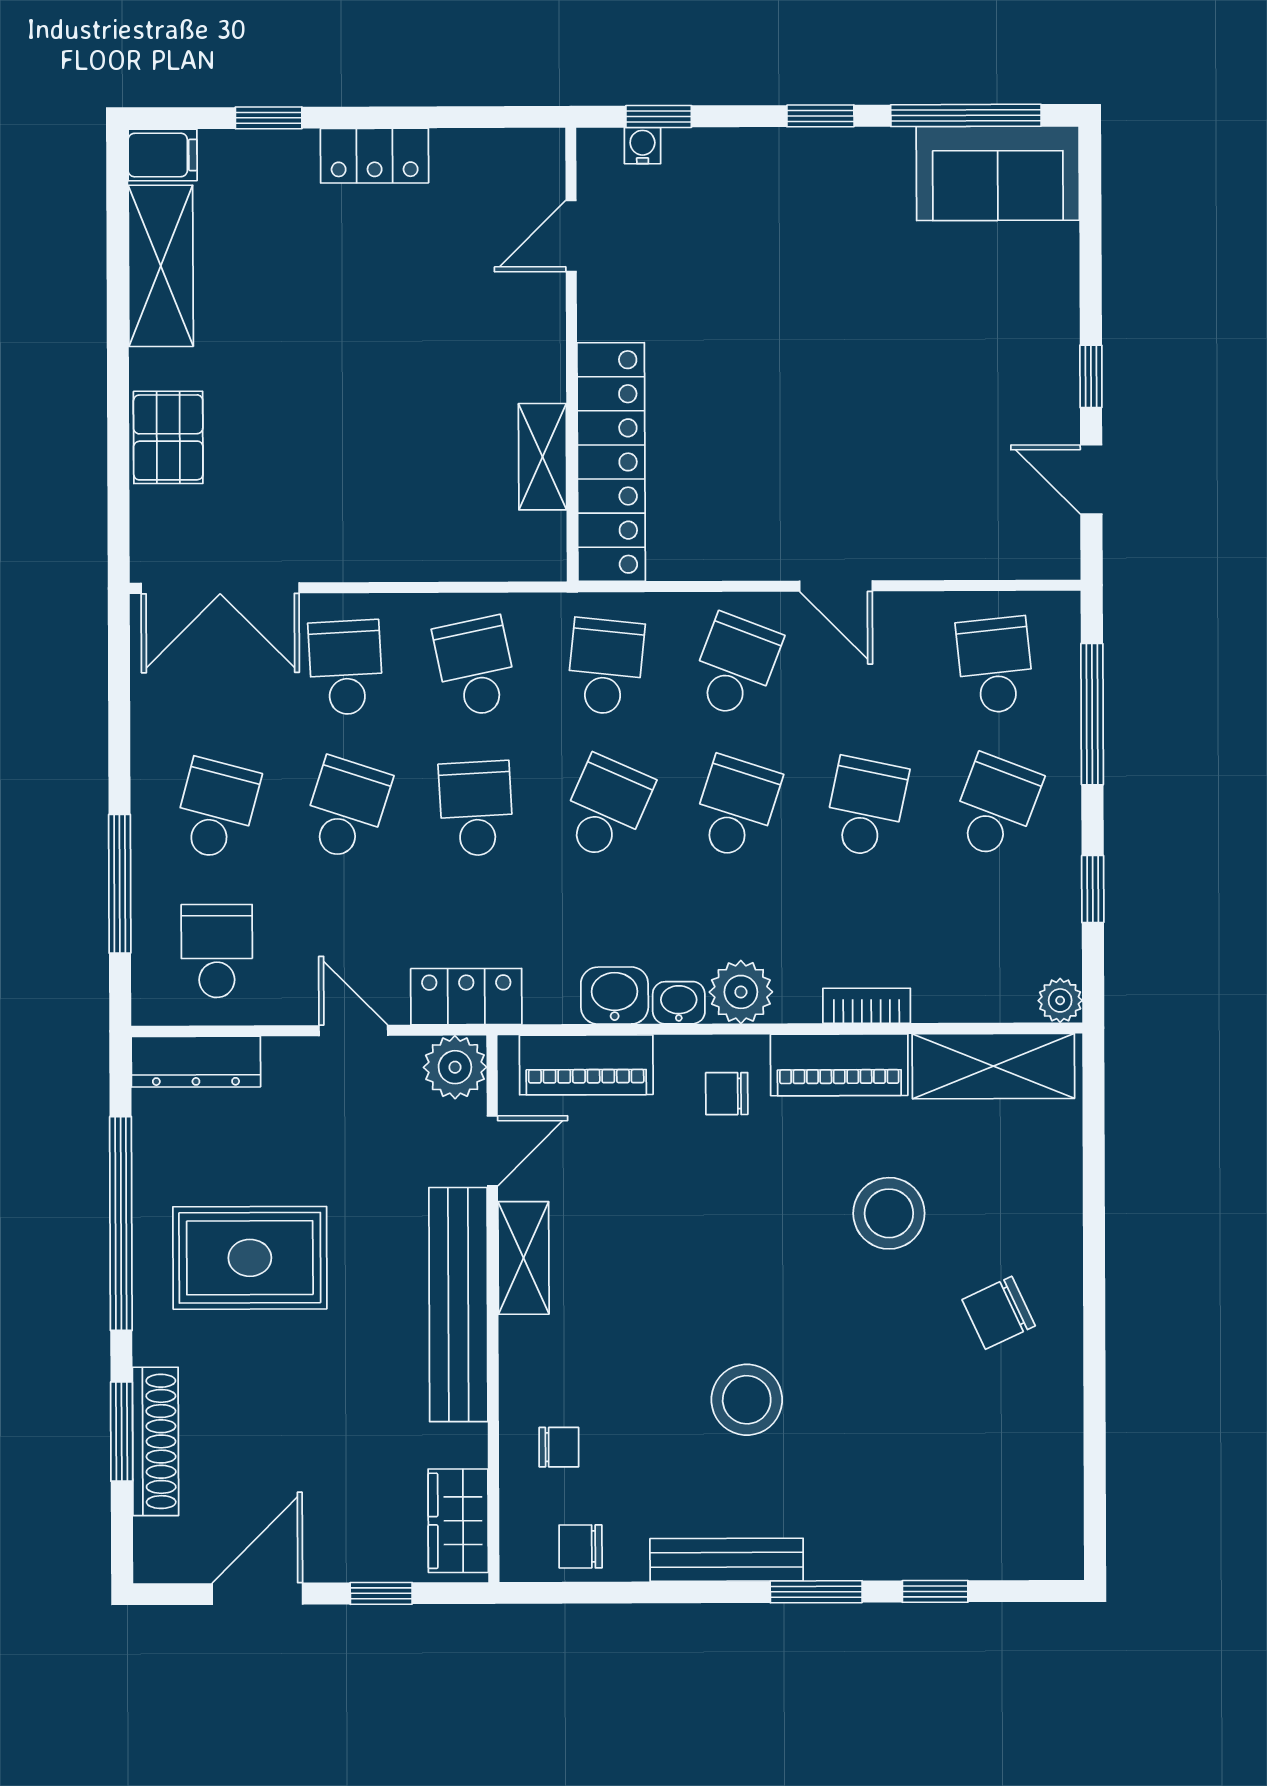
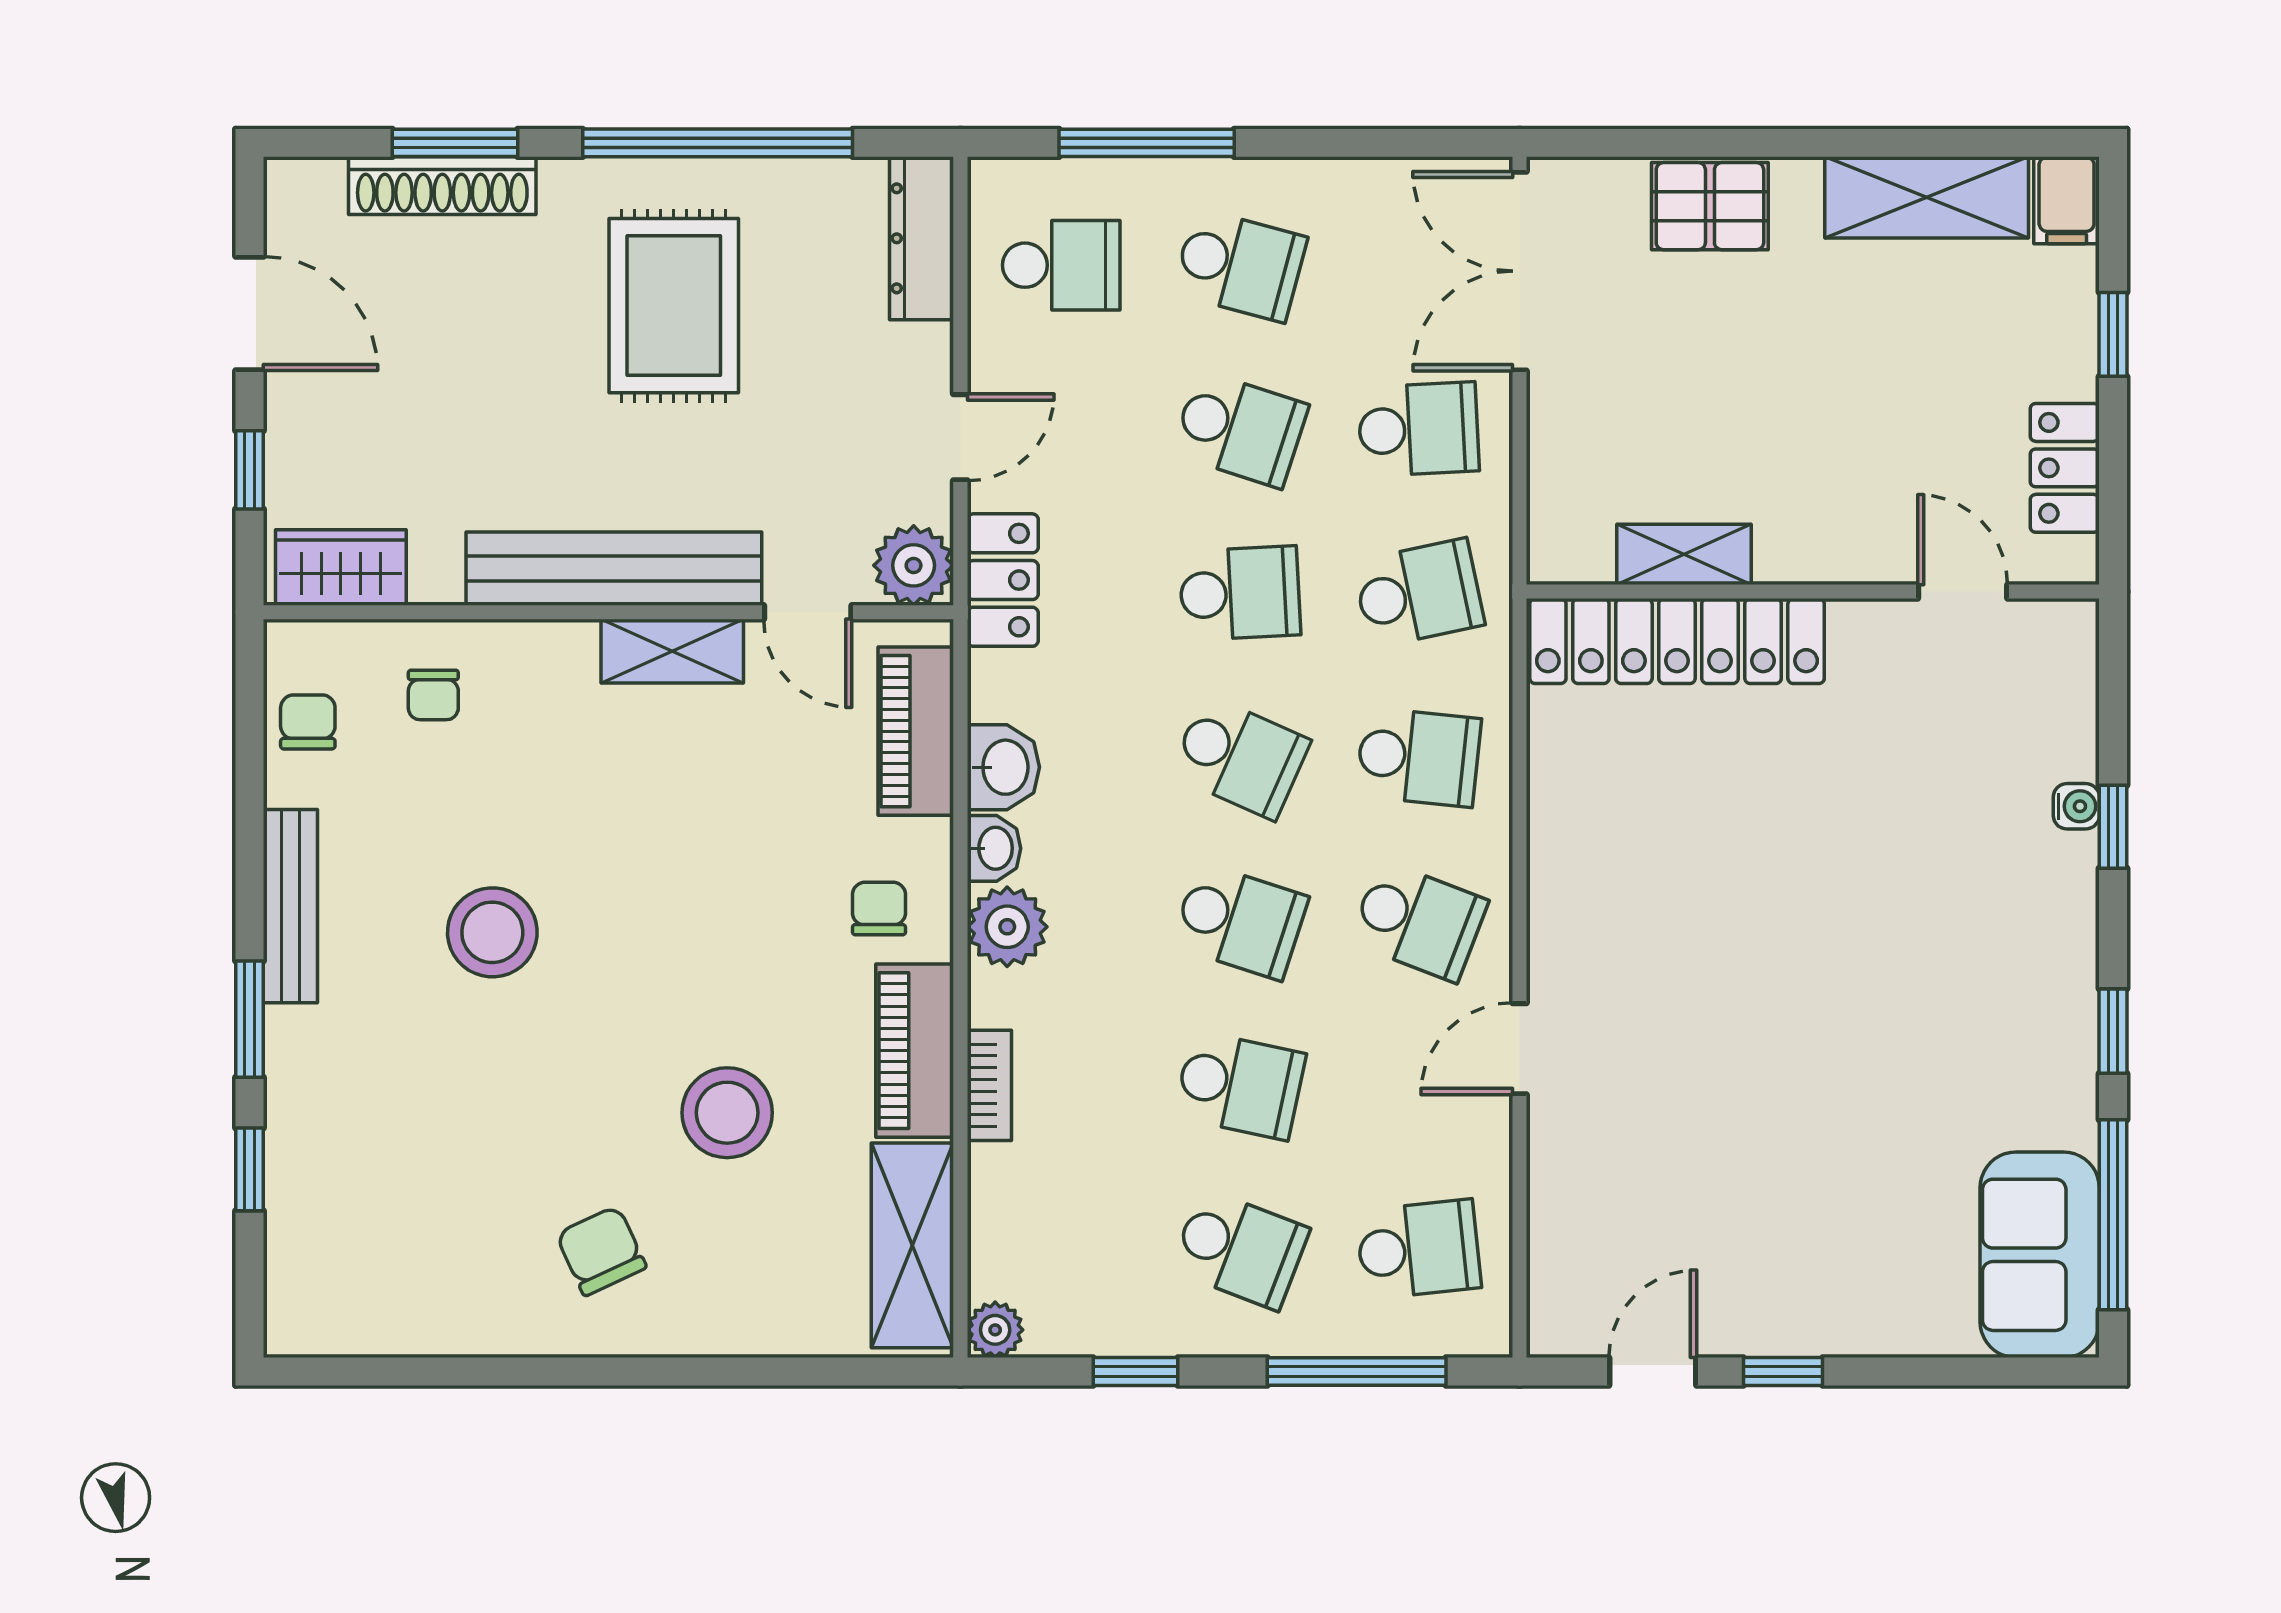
door: (571, 236) -> (1963, 592), moved
wall: (572, 355) -> (1813, 592), moved
shelving: (543, 457) -> (1684, 554), moved
locker: (611, 462) -> (1677, 641), moved

